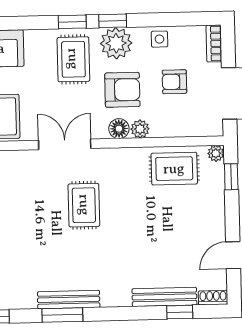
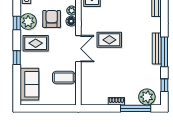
window: (72, 22) -> (17, 58), moved
double door: (65, 144) -> (78, 49), swing flipped
window: (62, 315) -> (164, 52), width x1.44

